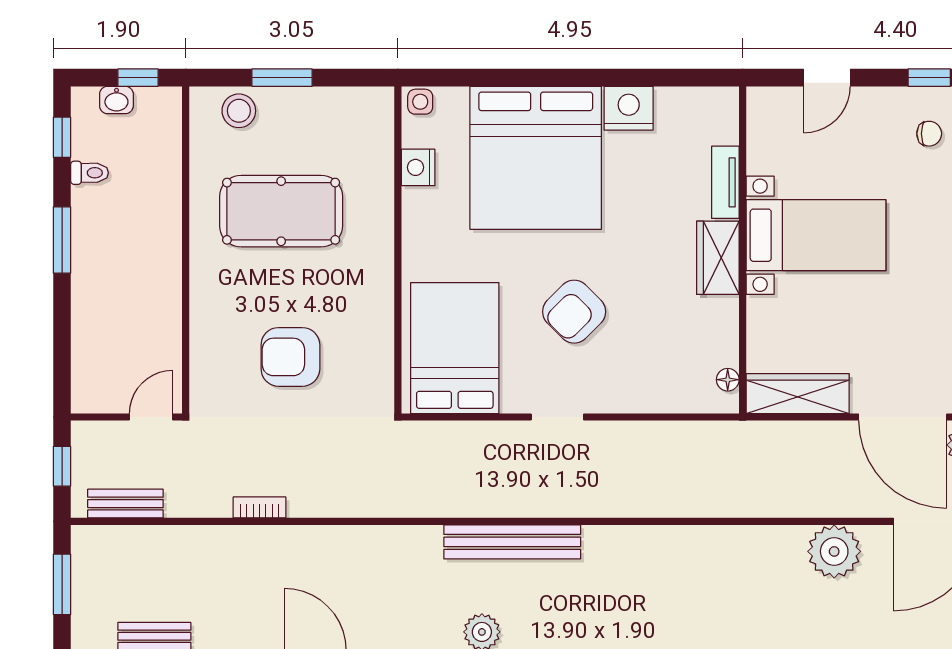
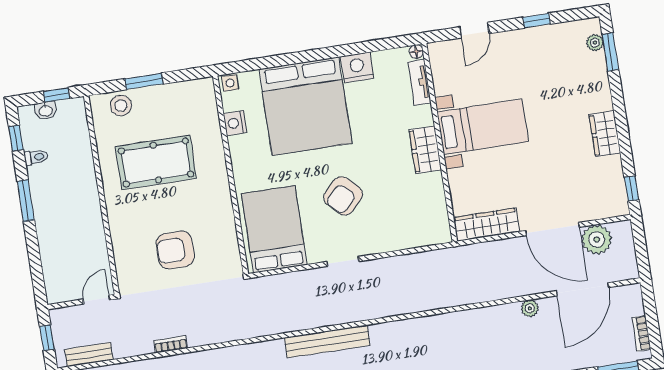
chair: (929, 134) -> (542, 55), removed
tv unit: (725, 182) -> (419, 82), moved
floor lamp: (728, 380) -> (416, 52), moved
plant: (834, 551) -> (530, 308), width x0.53, depth x0.53

